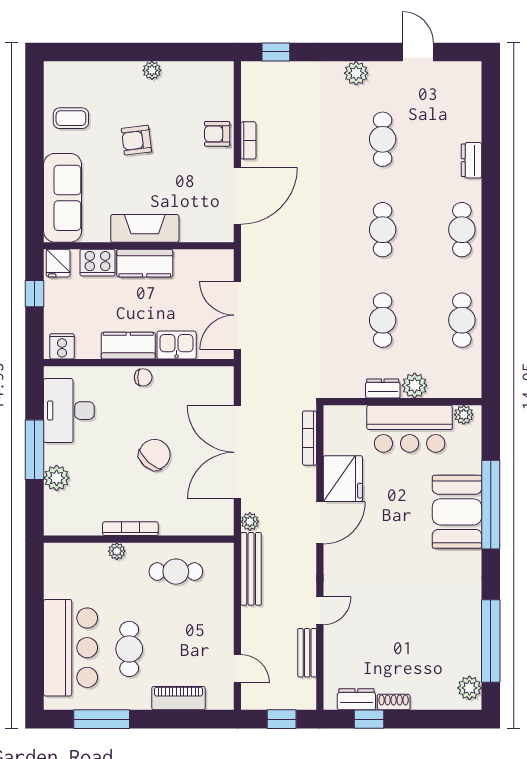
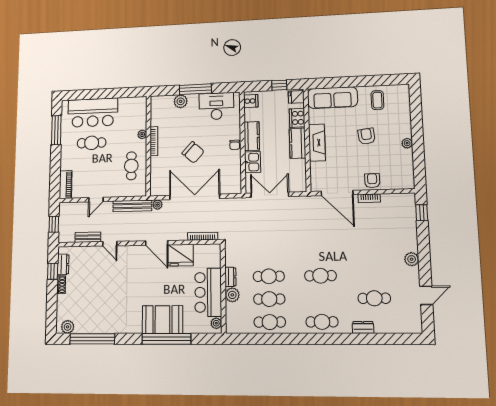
cafe table: (383, 139) -> (374, 298), moved
cafe table: (422, 320) -> (269, 299), added
door: (237, 669) -> (96, 200), moved
piano: (178, 698) -> (66, 185), moved

